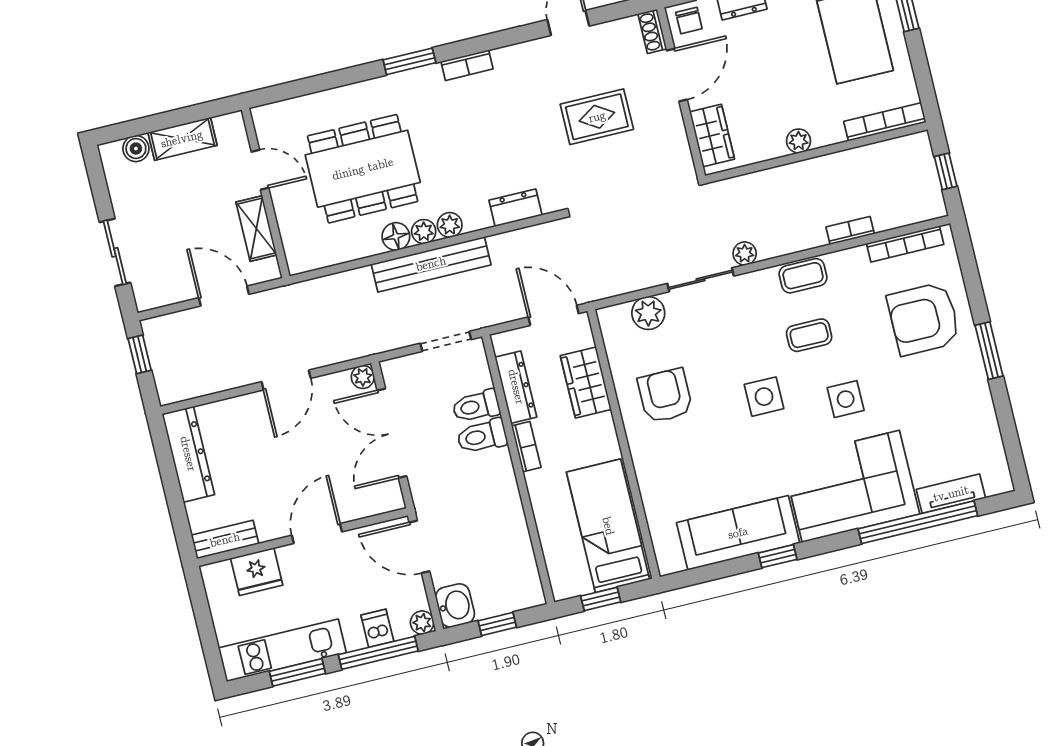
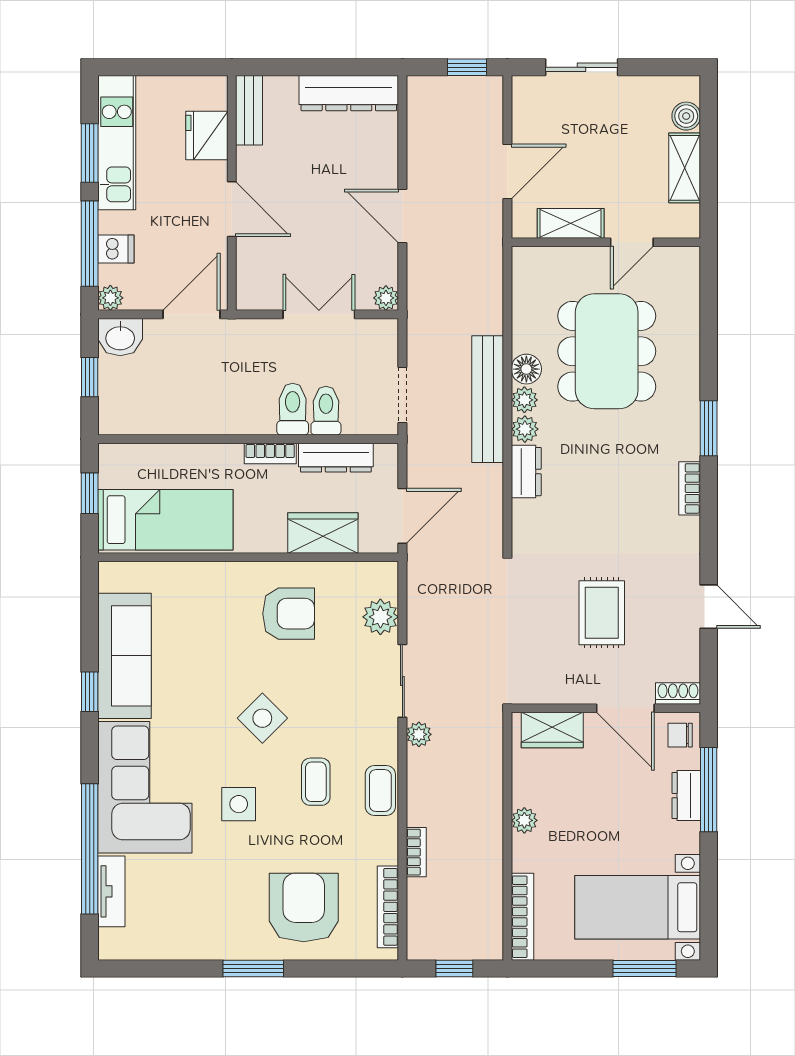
dresser: (515, 208) -> (526, 472), moved
side table: (764, 397) -> (262, 718), turned 45
double door: (392, 433) -> (319, 314), width x0.73

